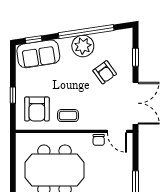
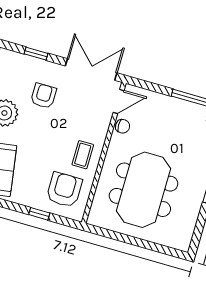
armchair: (105, 72) -> (43, 96), turned -54
armchair: (37, 109) -> (64, 190), turned -90

